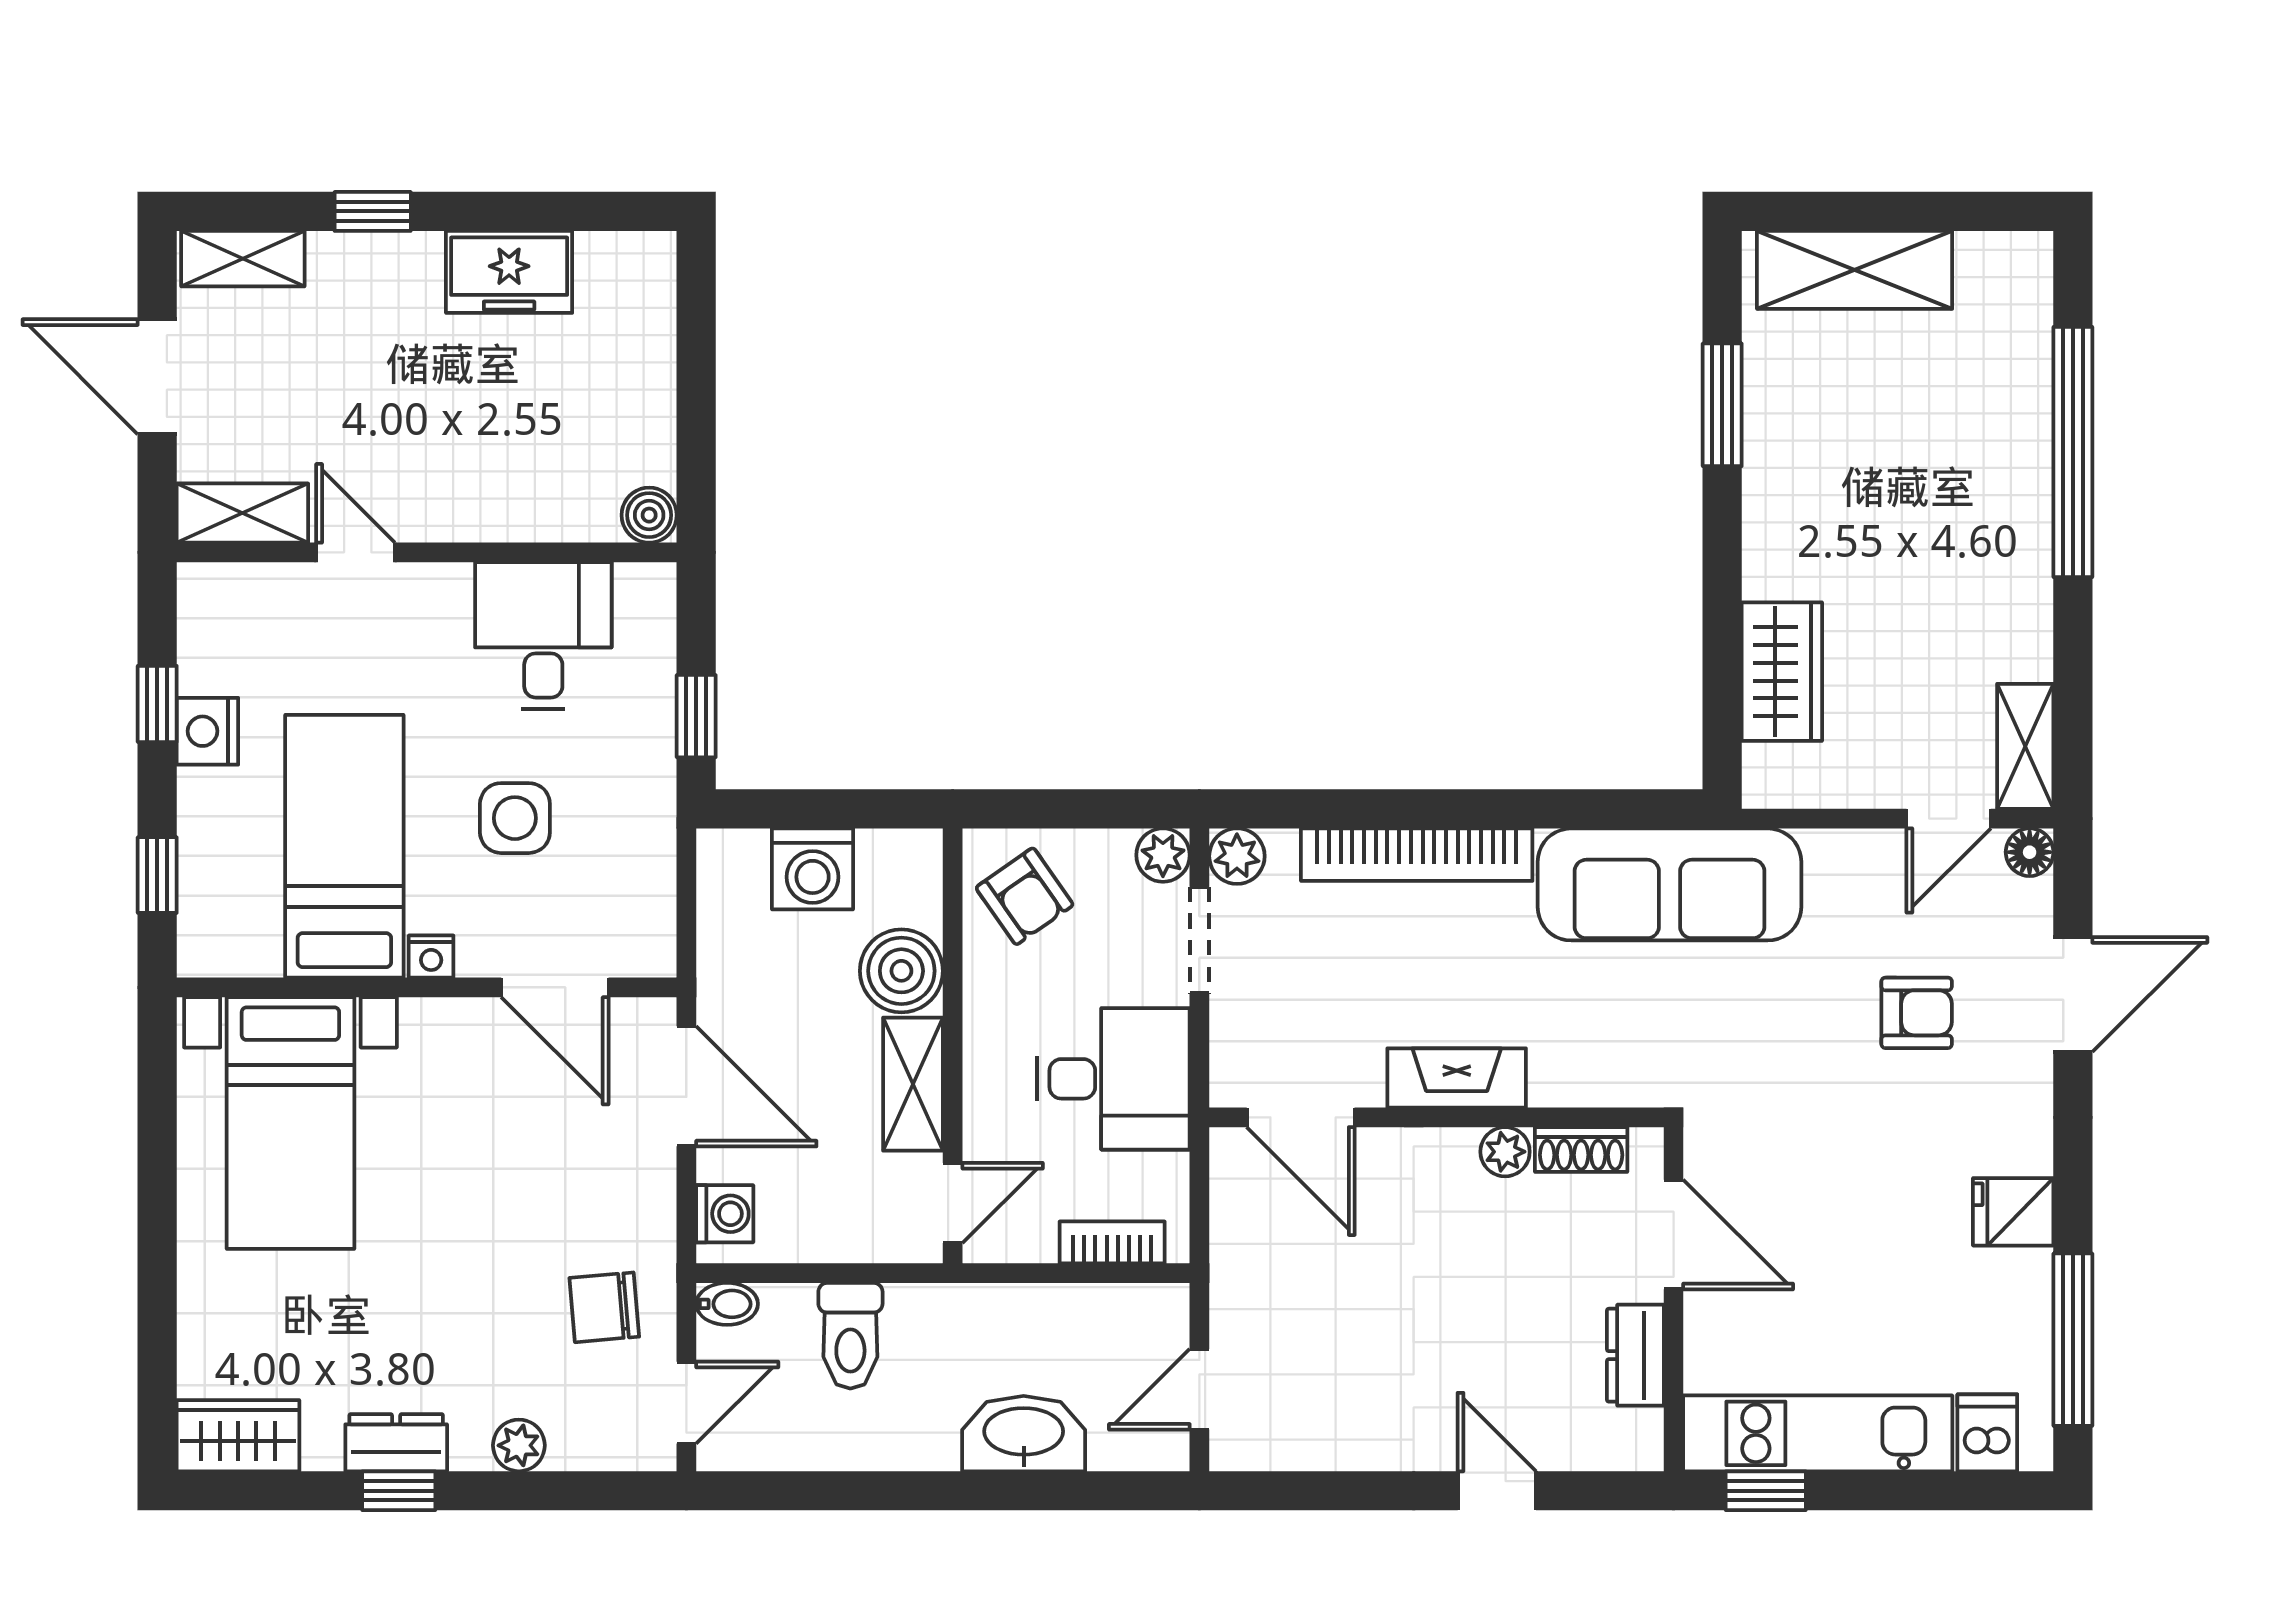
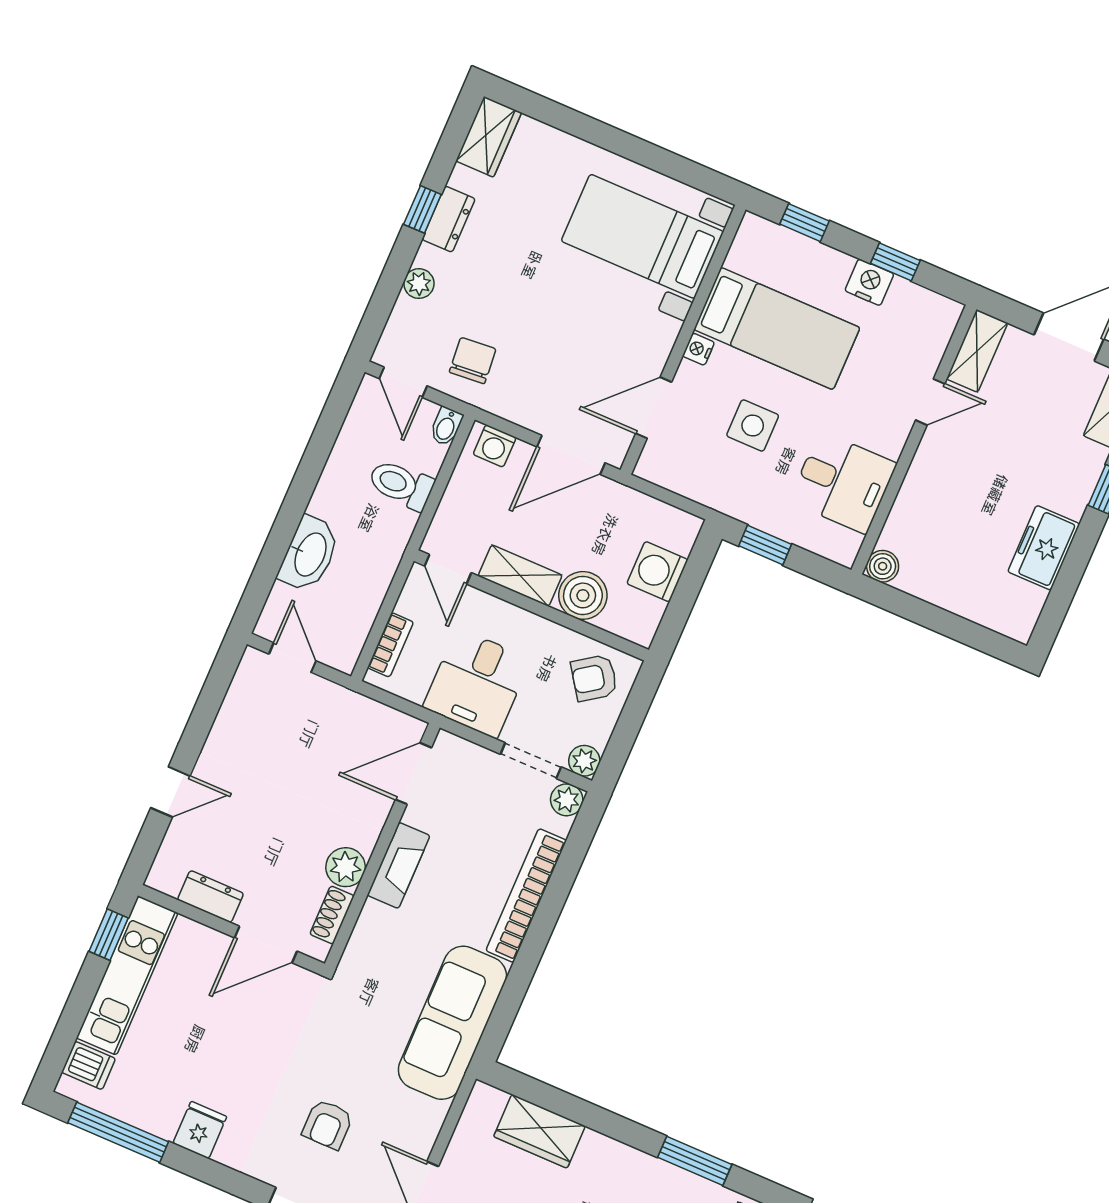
plant: (1505, 1152) -> (346, 867), width x1.38, depth x1.38

